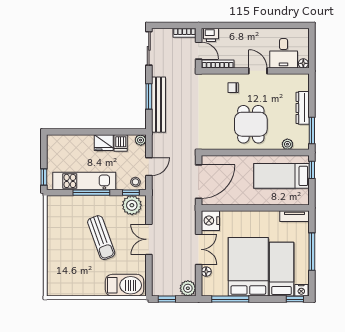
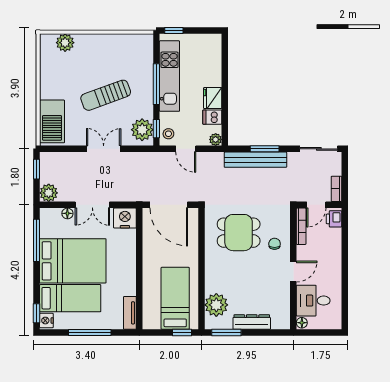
dining table: (251, 124) -> (239, 233), moved
plant: (287, 144) -> (216, 305), width x1.88, depth x1.88
plant: (55, 274) -> (65, 43), added

